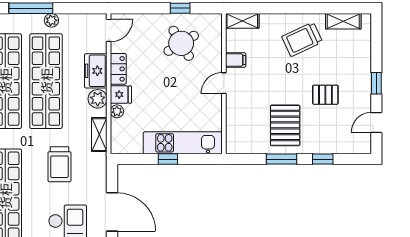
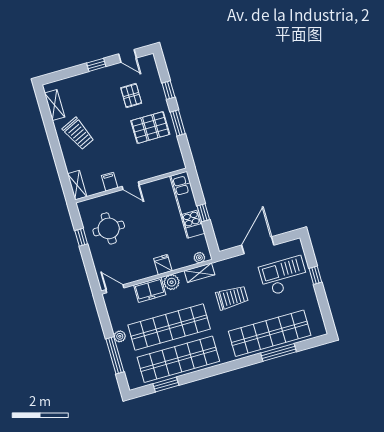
round table: (181, 43) -> (109, 228), turned 31
locker: (118, 69) -> (143, 273), removed
pallet: (325, 95) -> (131, 95), moved
plant: (117, 111) -> (199, 258), moved

